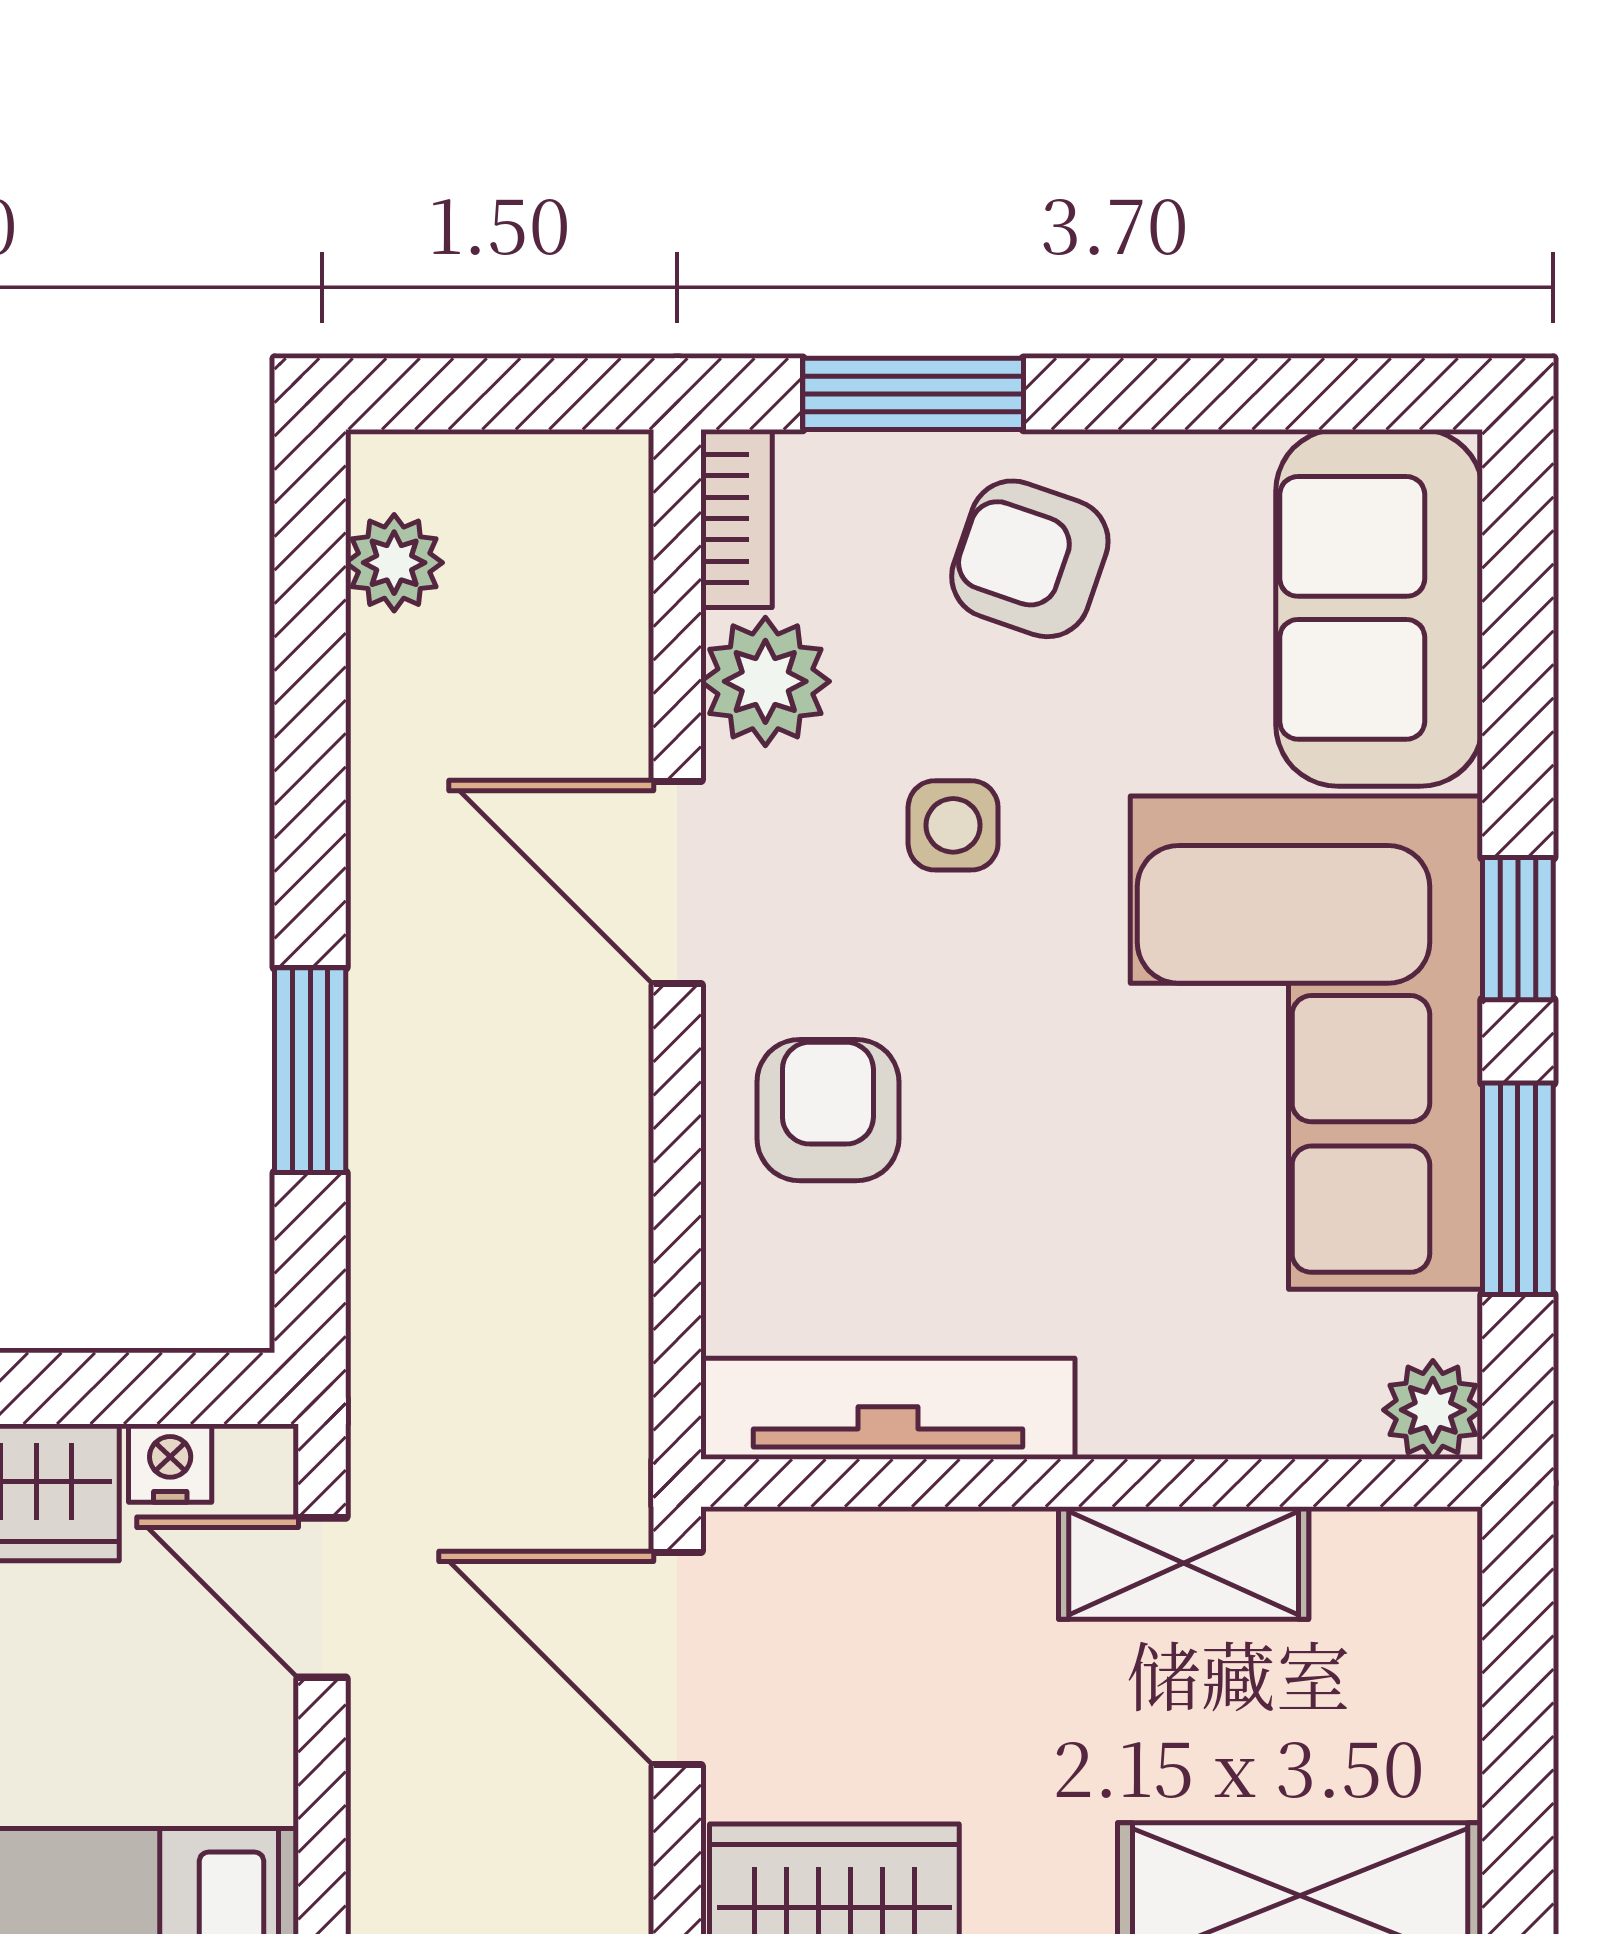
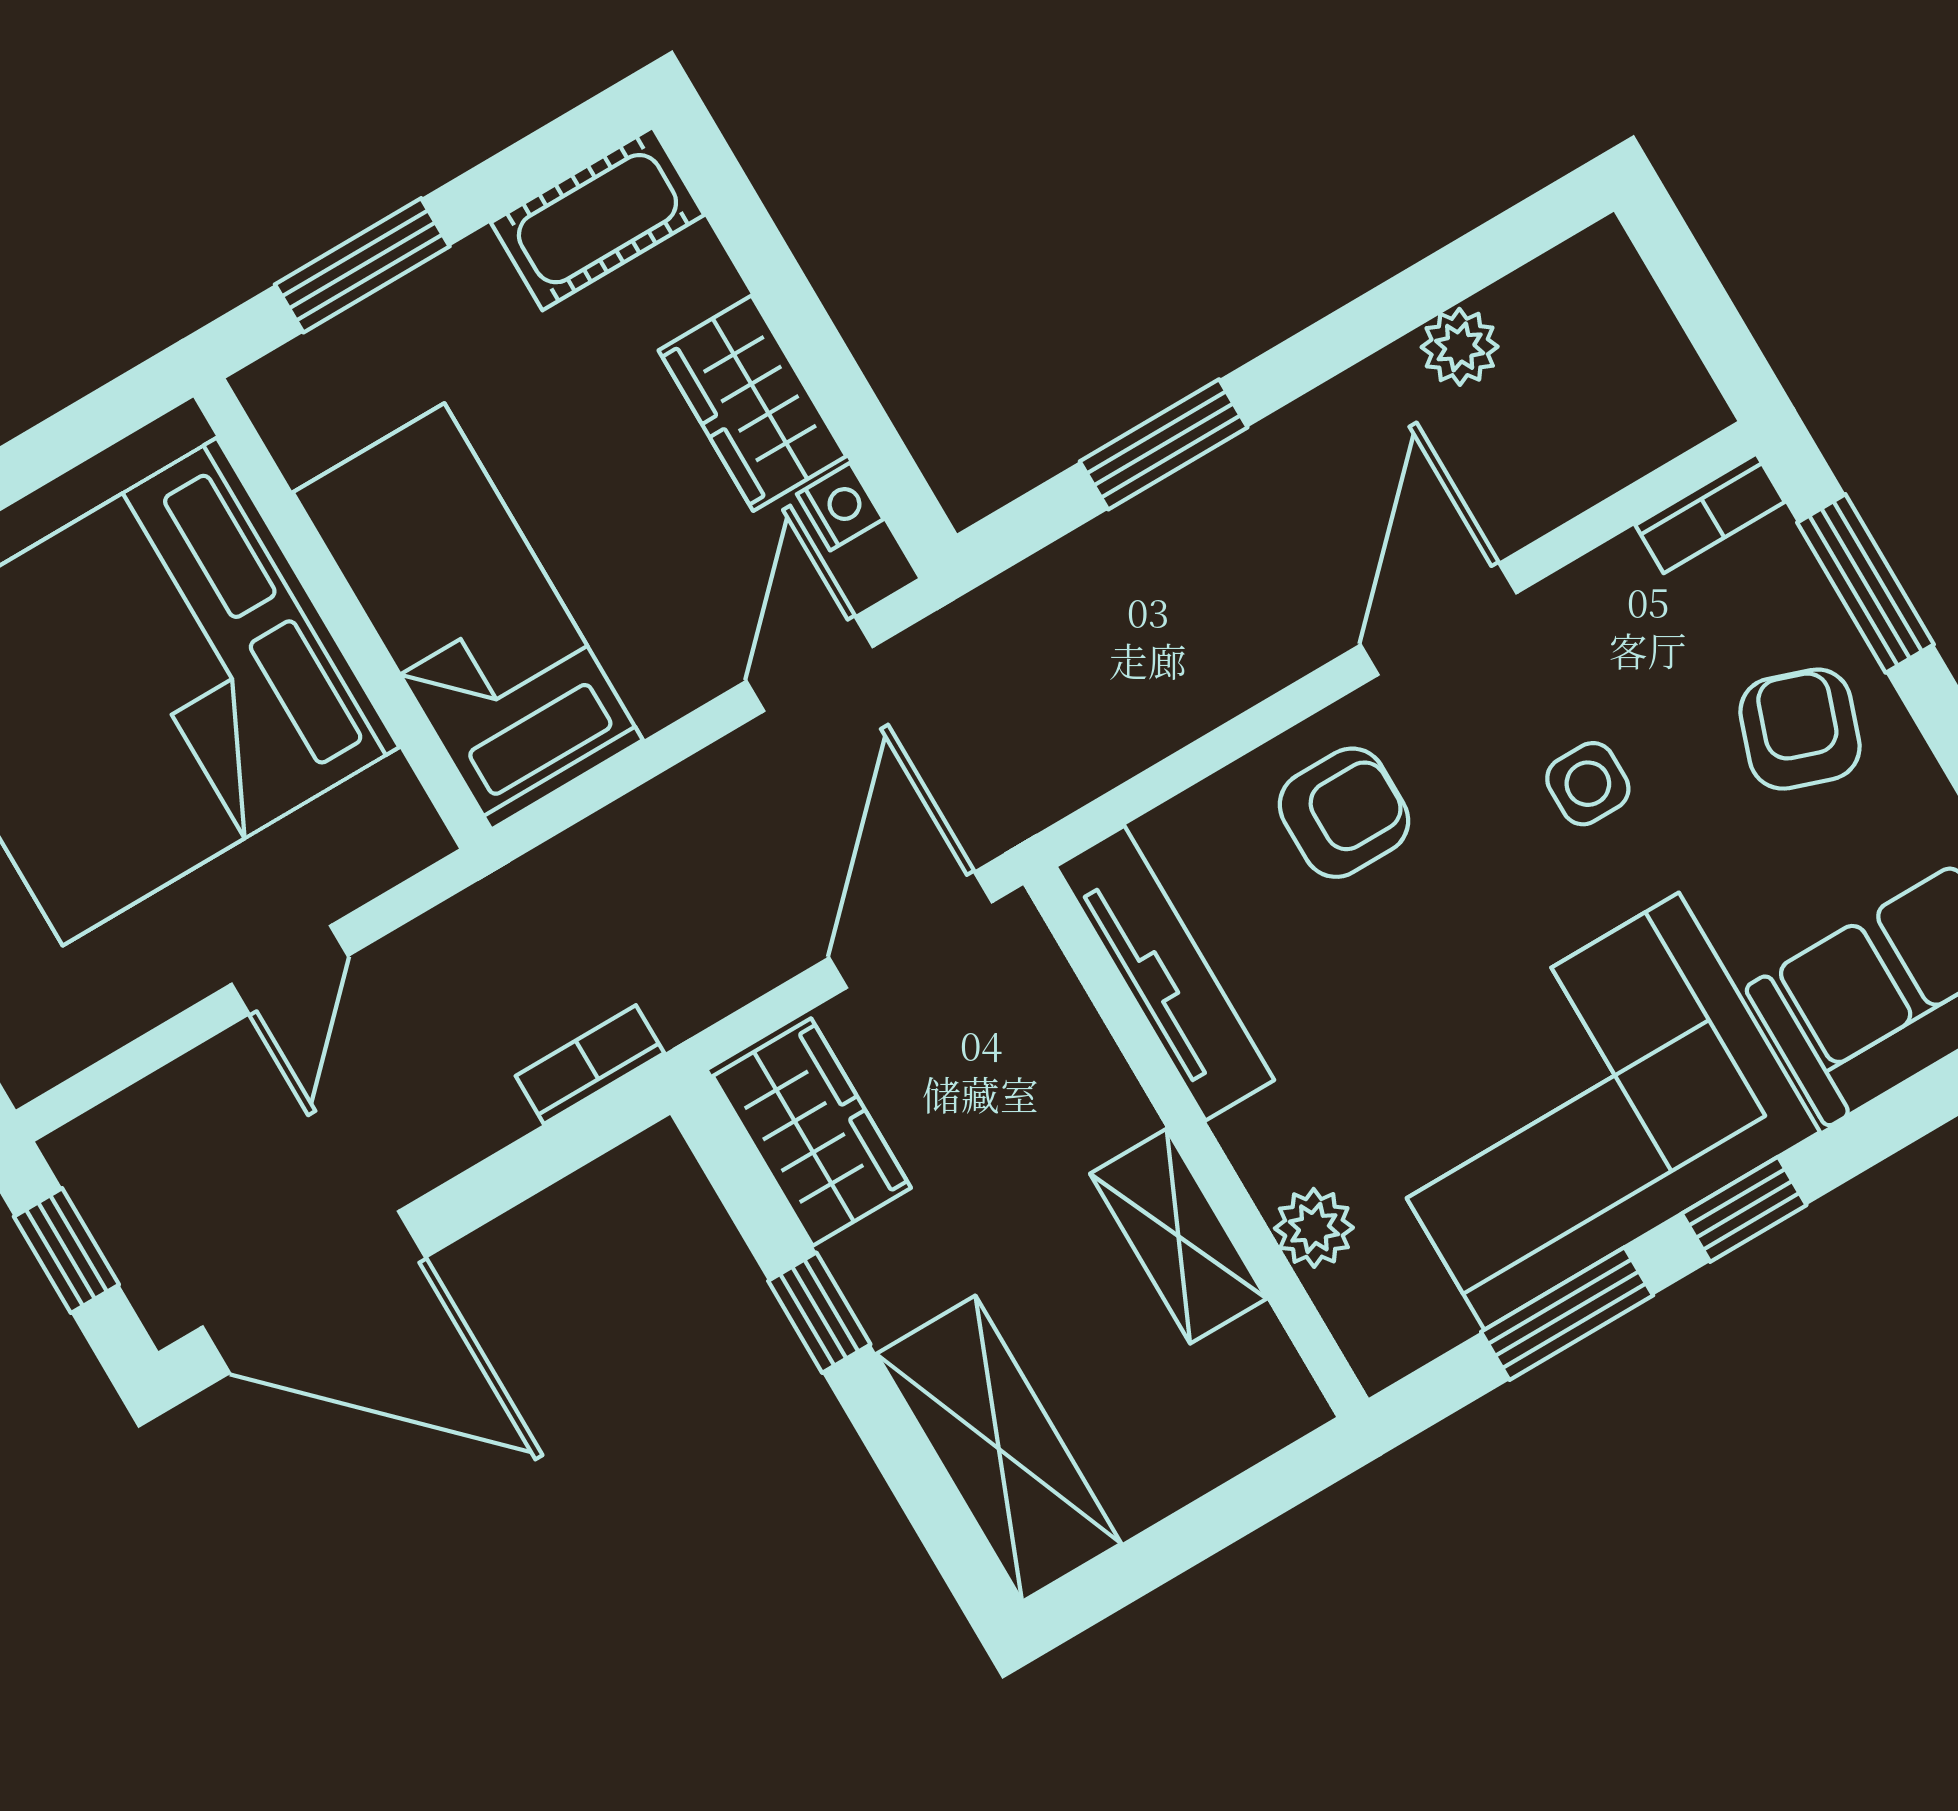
plant: (394, 563) -> (1460, 347), moved
plant: (765, 681) -> (1611, 598), removed
plant: (1433, 1410) -> (1314, 1228), moved

